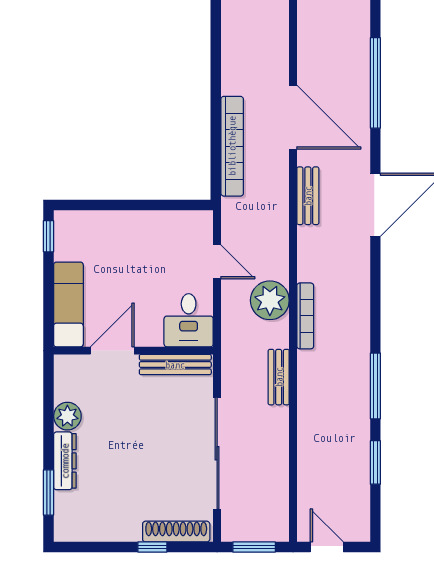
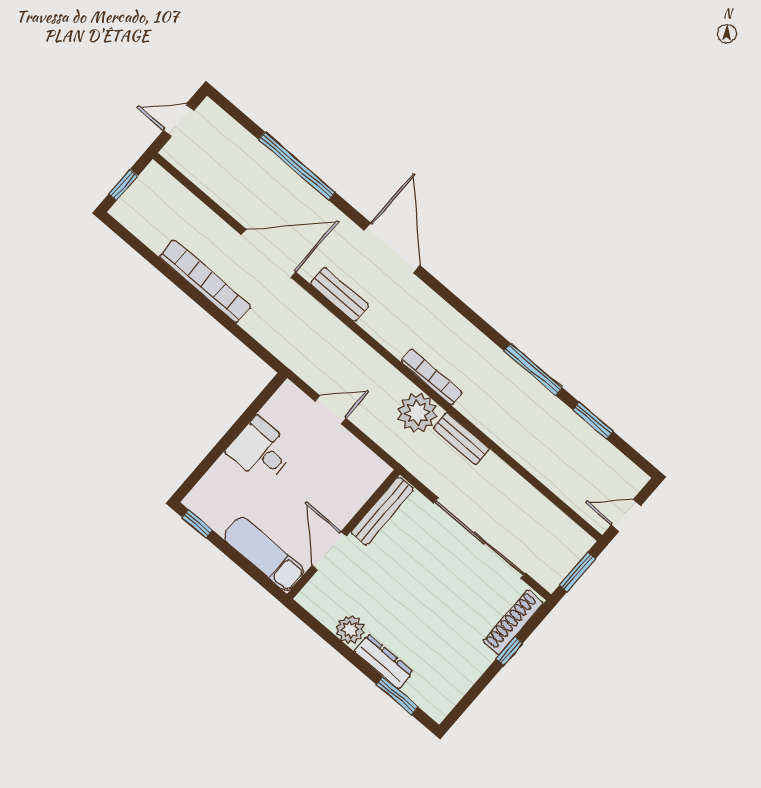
bookcase: (232, 146) -> (205, 281), moved
plant: (270, 300) -> (417, 413), moved
desk: (189, 320) -> (261, 450), moved, turned 180

